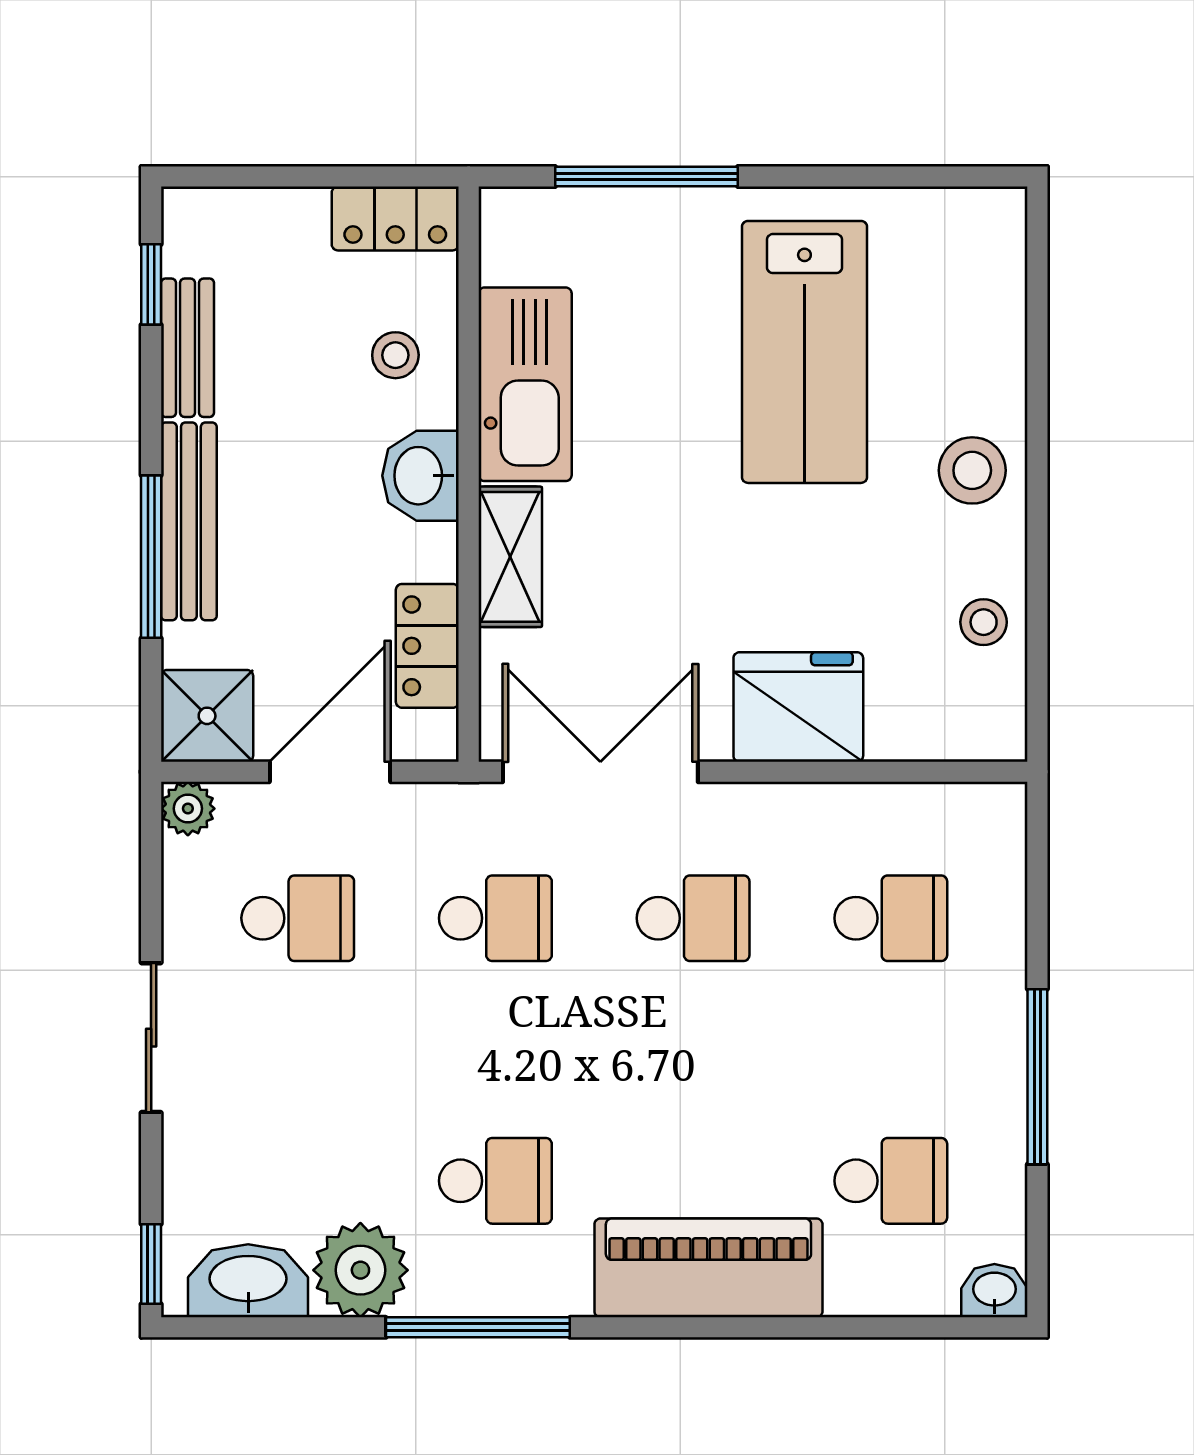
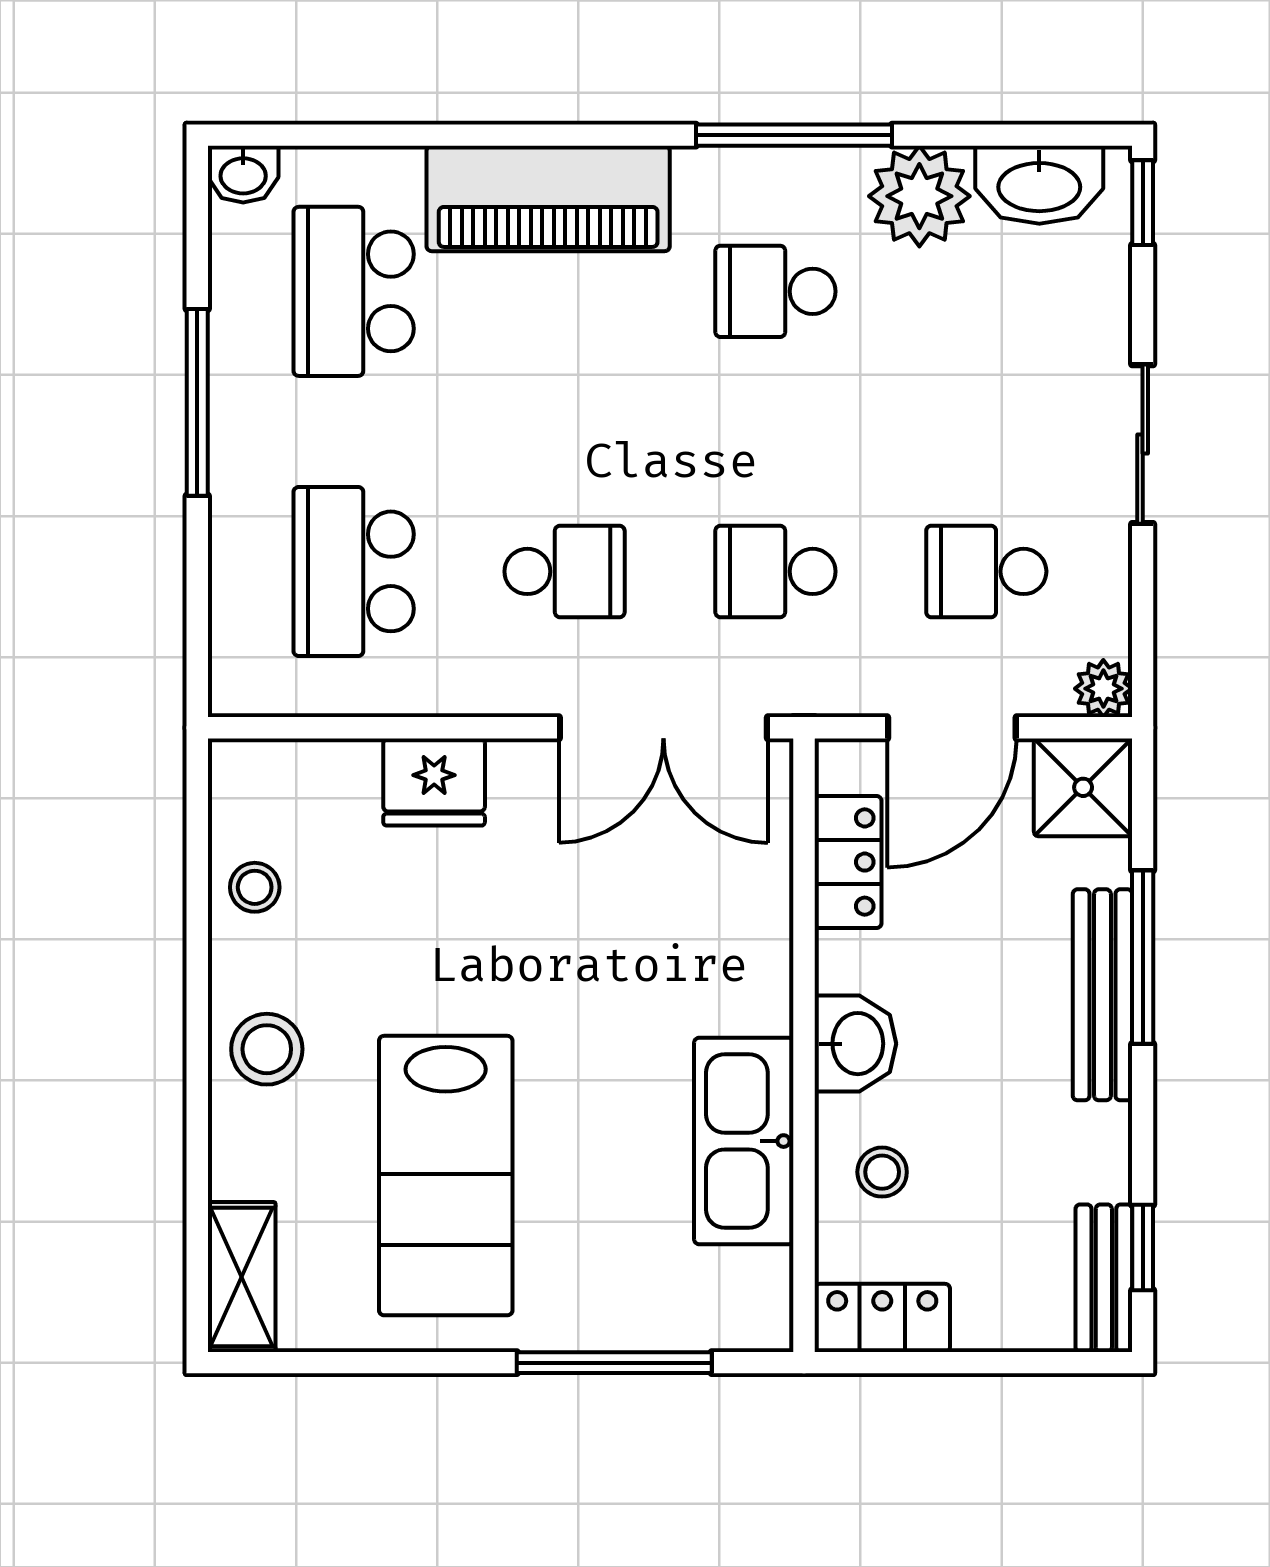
bench: (188, 348) -> (1104, 1278), moved
lab bench: (804, 352) -> (446, 1176), turned 180
shelving: (510, 557) -> (242, 1277), moved
fridge: (798, 707) -> (434, 782), width x0.73, depth x0.75
school desk: (693, 918) -> (565, 571), turned 180
school desk: (891, 918) -> (354, 571), width x1.85
school desk: (891, 1181) -> (354, 291), width x1.85

